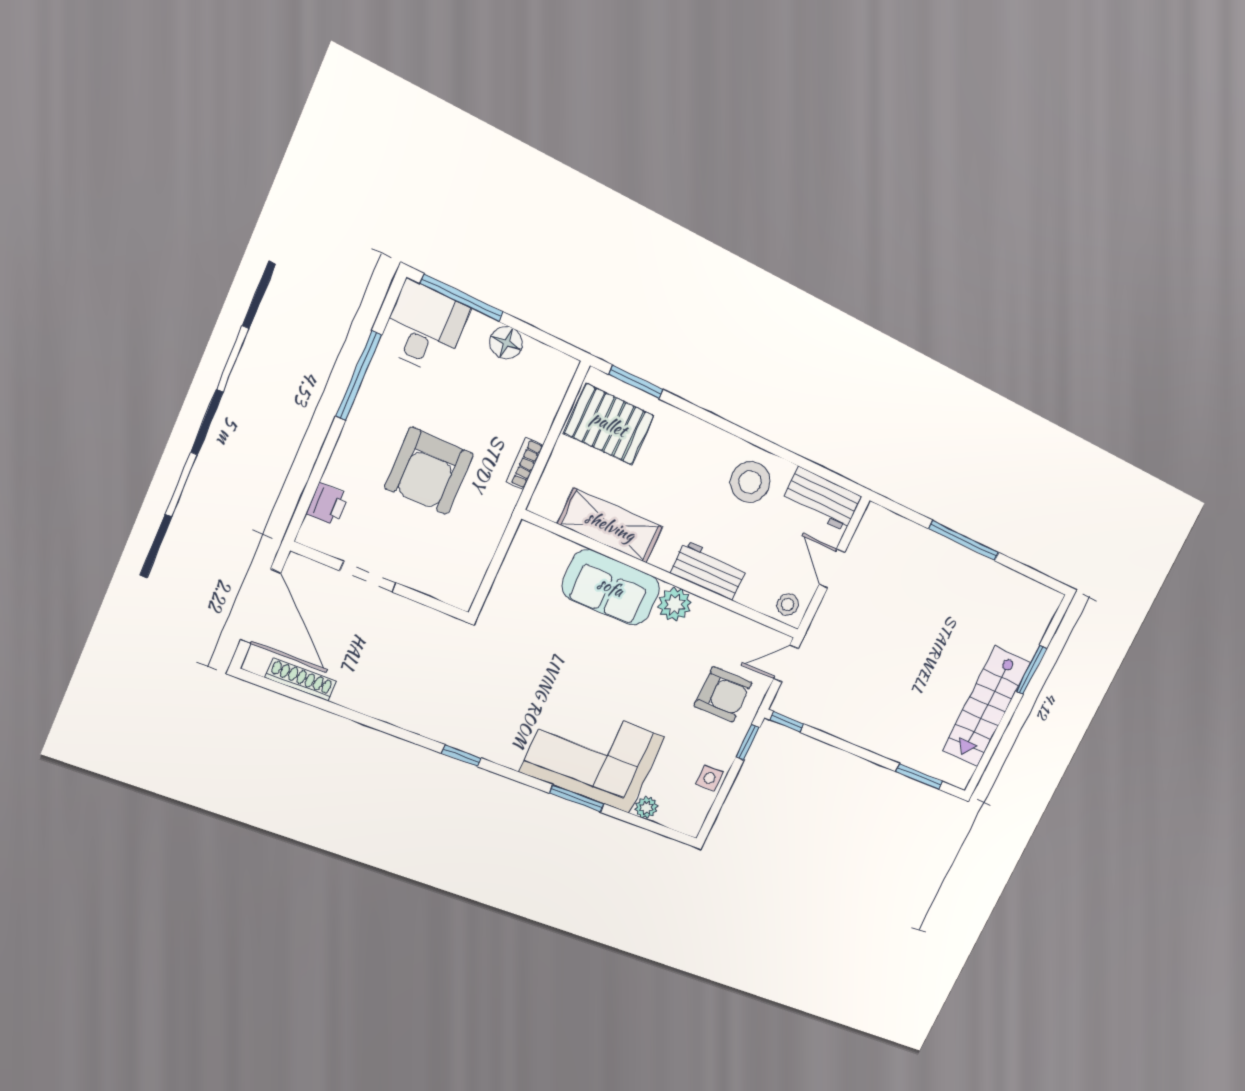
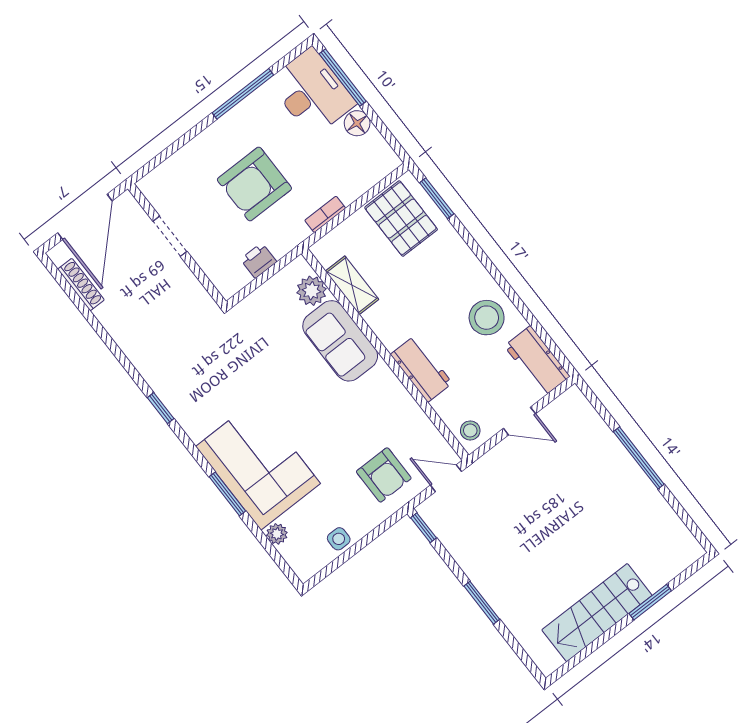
desk: (424, 327) -> (312, 92), width x1.37
printer: (328, 504) -> (259, 260), moved, turned 180
shelving: (610, 526) -> (352, 285), width x0.67, depth x0.75
door: (832, 569) -> (519, 421), swing flipped
plant: (675, 604) -> (311, 291), moved
window: (748, 742) -> (384, 527), removed
window: (919, 776) -> (482, 603), moved

